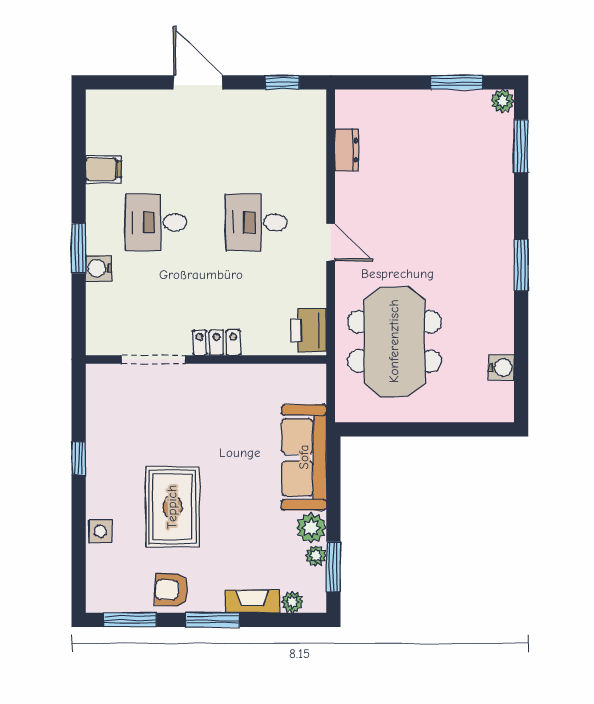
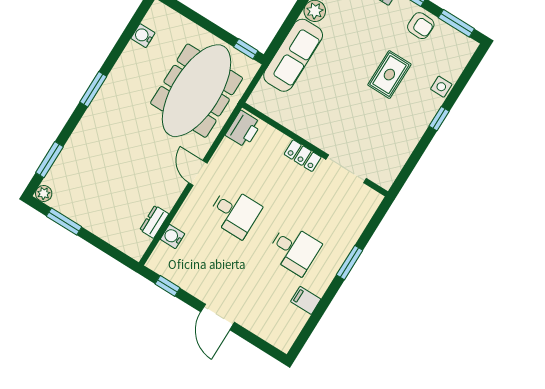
water cooler: (99, 268) -> (172, 237), moved, turned 180
meeting table: (394, 341) -> (197, 91), width x1.36
window: (366, 429) -> (246, 49), added
window: (79, 458) -> (439, 119), moved
rug: (172, 507) -> (389, 75), width x0.73, depth x0.70

